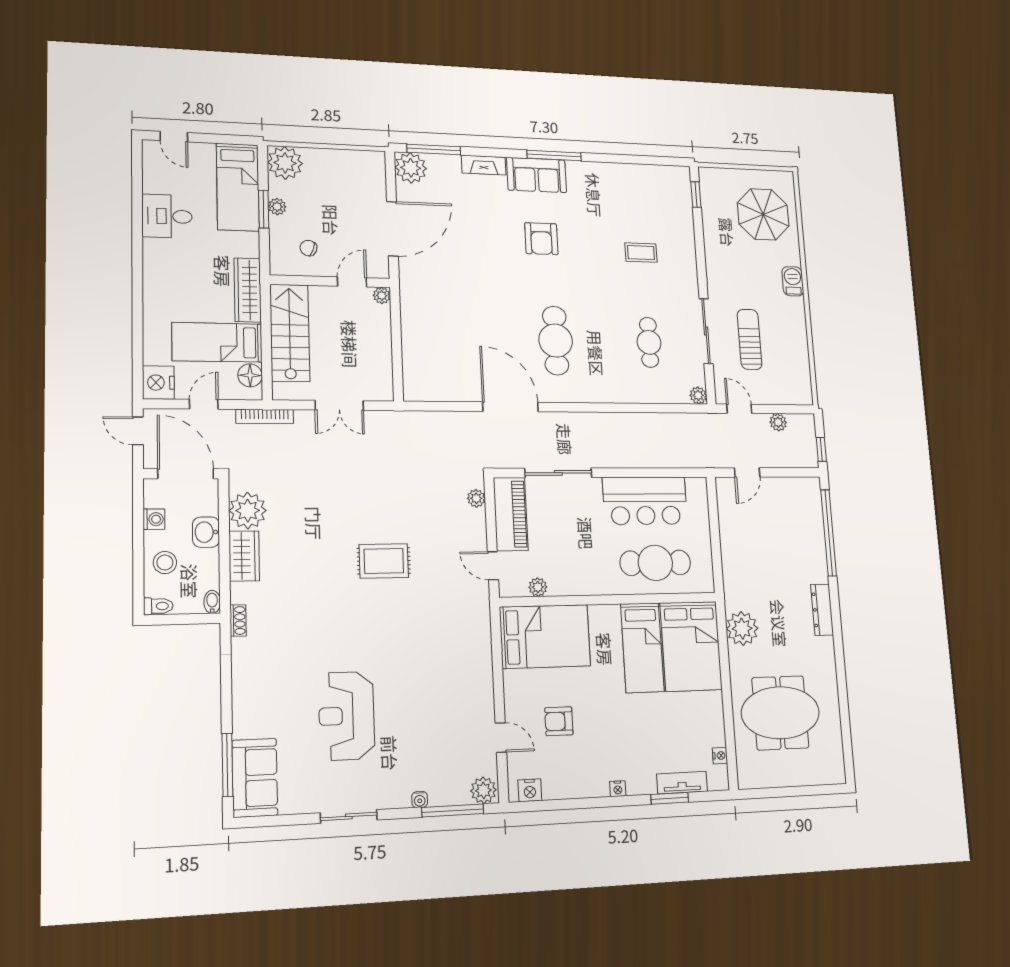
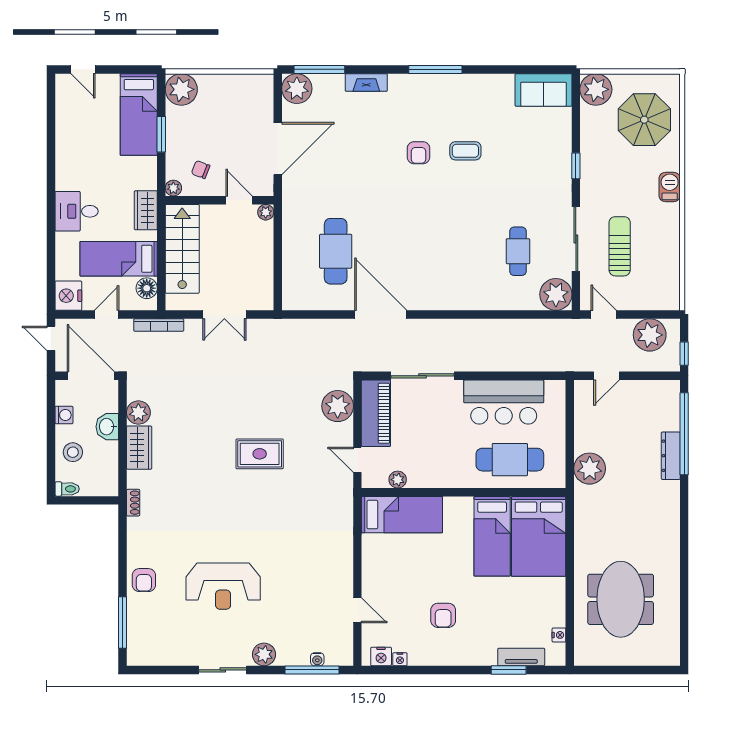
sofa: (537, 175) -> (544, 90), moved
plant: (714, 183) -> (596, 89), added
window: (696, 195) -> (576, 166), moved
plant: (277, 207) -> (173, 188), moved
desk: (167, 216) -> (77, 211), moved
armchair: (541, 239) -> (418, 153), width x0.72, depth x0.72
coffee table: (641, 253) -> (465, 151), moved
door: (352, 282) -> (239, 200), hinge flipped
wardrobe: (248, 290) -> (146, 210), width x0.67
cafe table: (556, 341) -> (336, 251), moved
plant: (698, 395) -> (556, 294), width x1.88, depth x1.88
plant: (778, 422) -> (650, 335), width x1.88, depth x1.88
plant: (476, 498) -> (338, 406), width x1.88, depth x1.88
plant: (248, 511) -> (138, 413), width x0.73, depth x0.73
bidet: (212, 602) -> (112, 486), removed
dresser: (822, 610) -> (671, 456), moved
plant: (742, 629) -> (590, 469), moved
bed: (545, 636) -> (402, 515), width x0.67
armchair: (252, 712) -> (144, 580), added
meeting table: (780, 713) -> (621, 599), turned 90
reception desk: (346, 716) -> (223, 586), turned -90
armchair: (559, 721) -> (443, 615), moved, turned -90
sofa: (255, 778) -> (145, 634), removed
nightstand: (618, 789) -> (400, 659), moved
plant: (483, 790) -> (264, 654), moved
water cooler: (420, 800) -> (317, 659), moved

